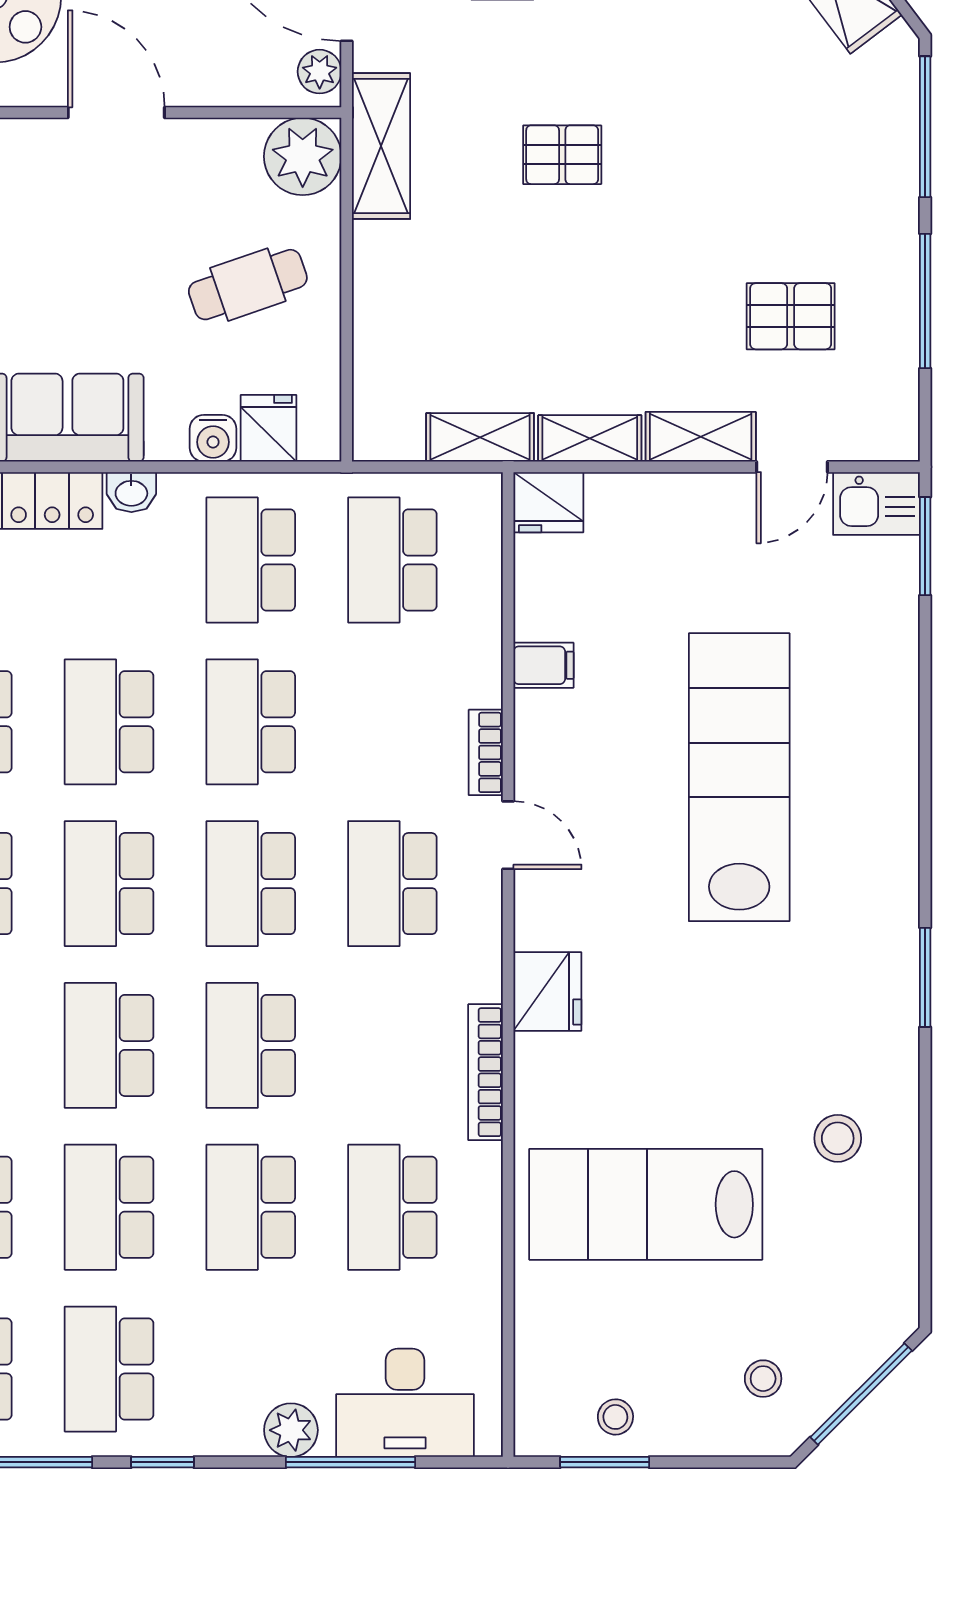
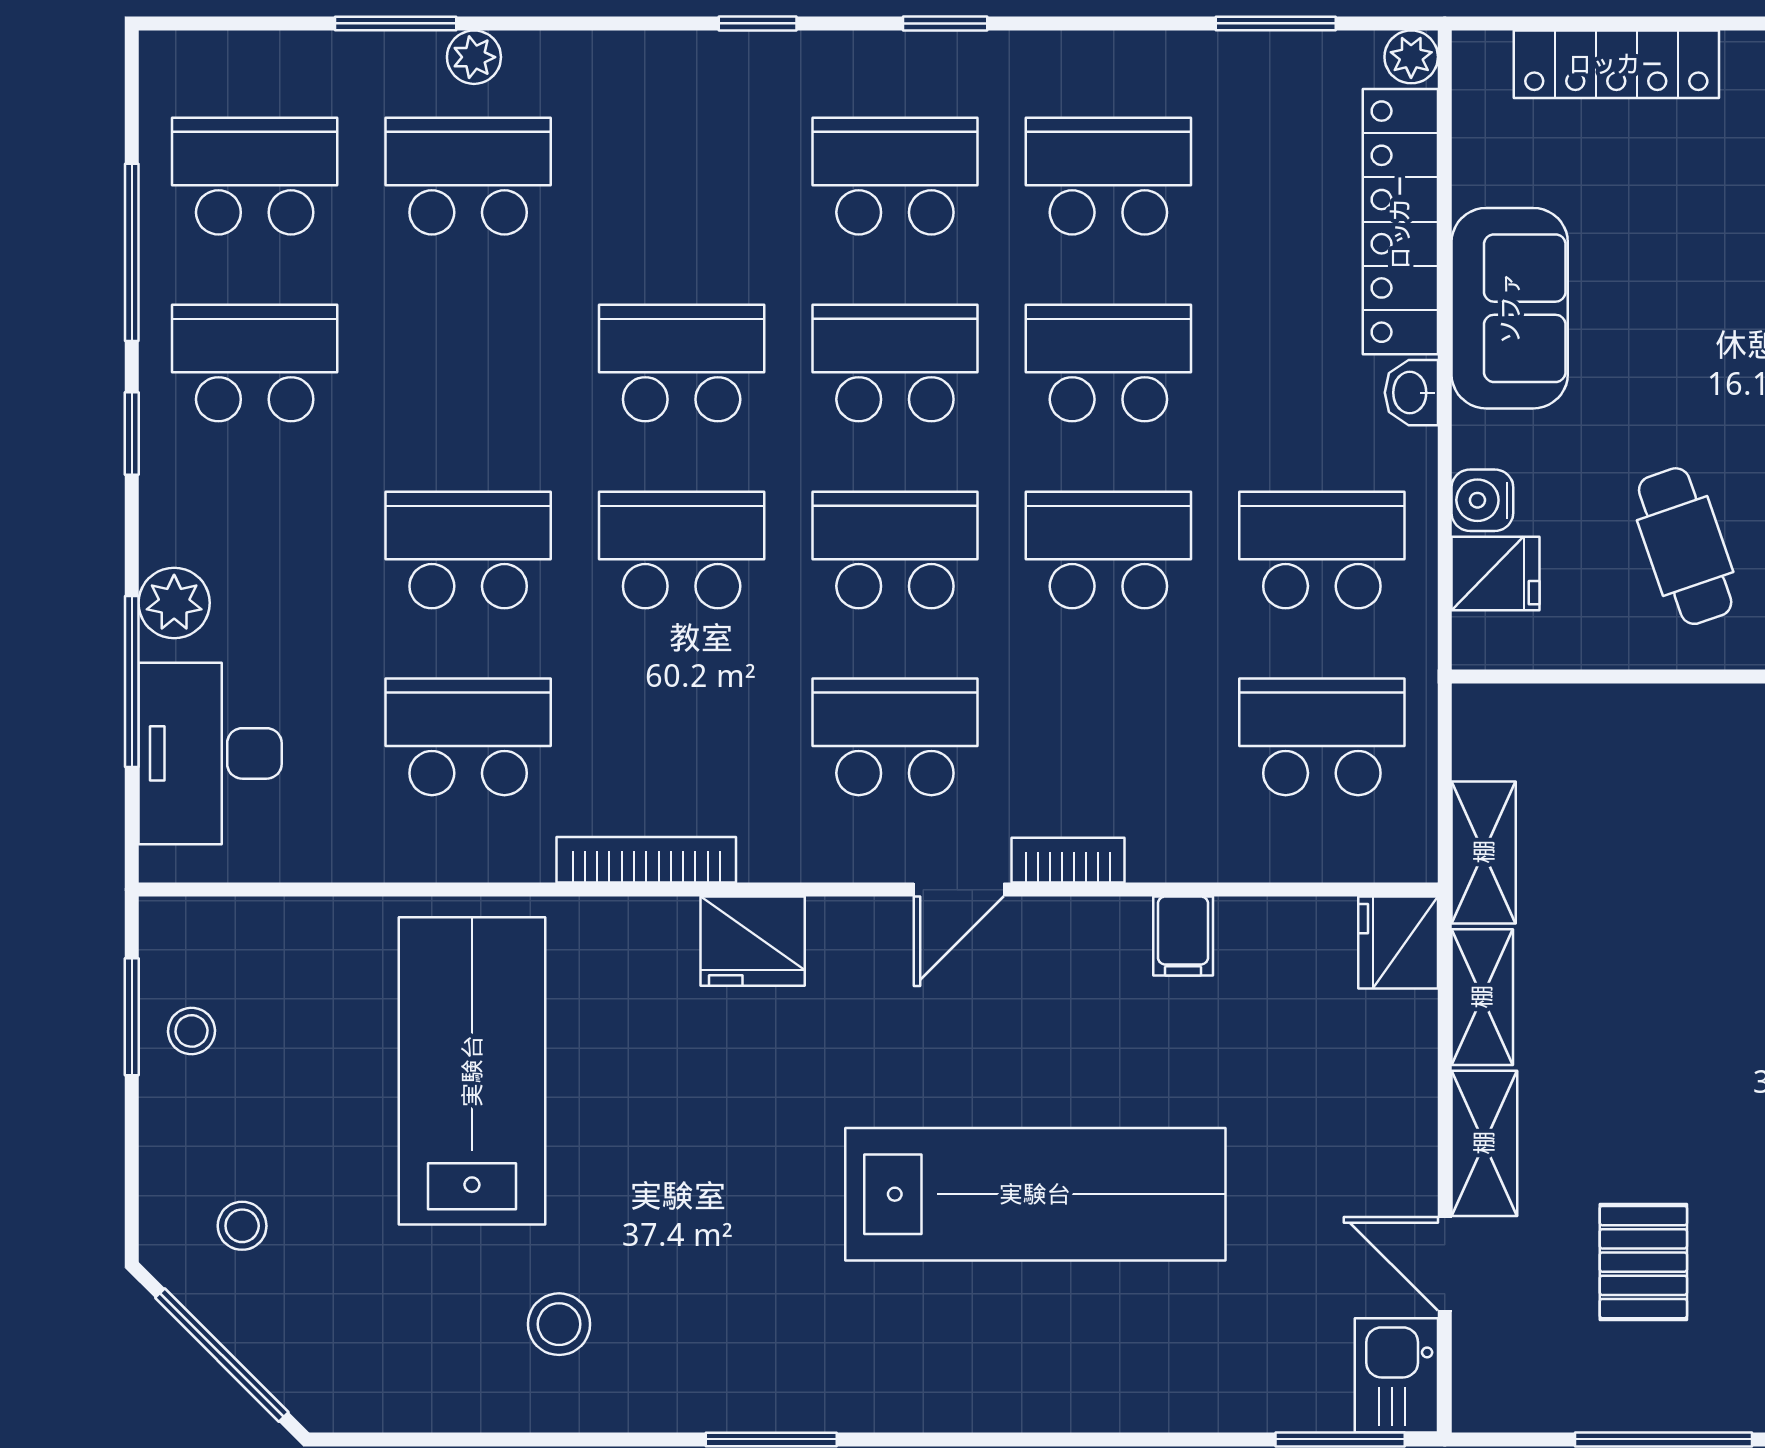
school desk: (109, 1207) -> (468, 363), removed

